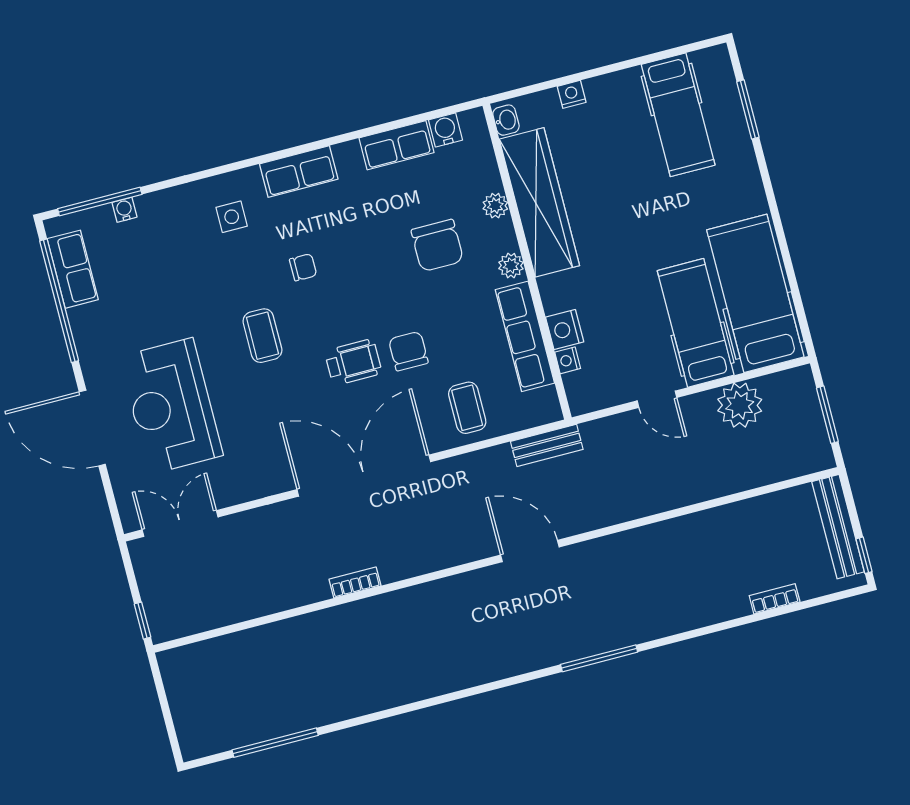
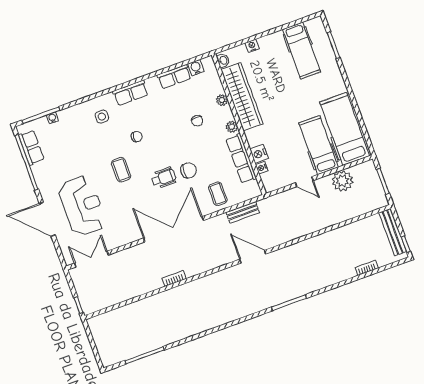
chair: (437, 245) -> (197, 121), width x0.54, depth x0.54
chair: (408, 351) -> (188, 170), turned 90
reception desk: (171, 406) -> (82, 206), turned 180
bench: (547, 445) -> (243, 212), moved

